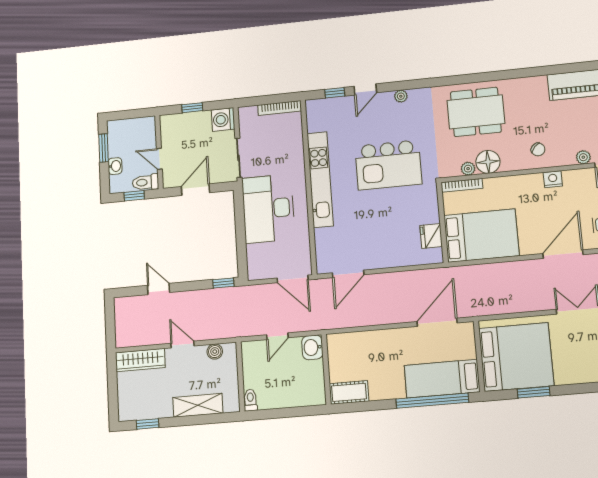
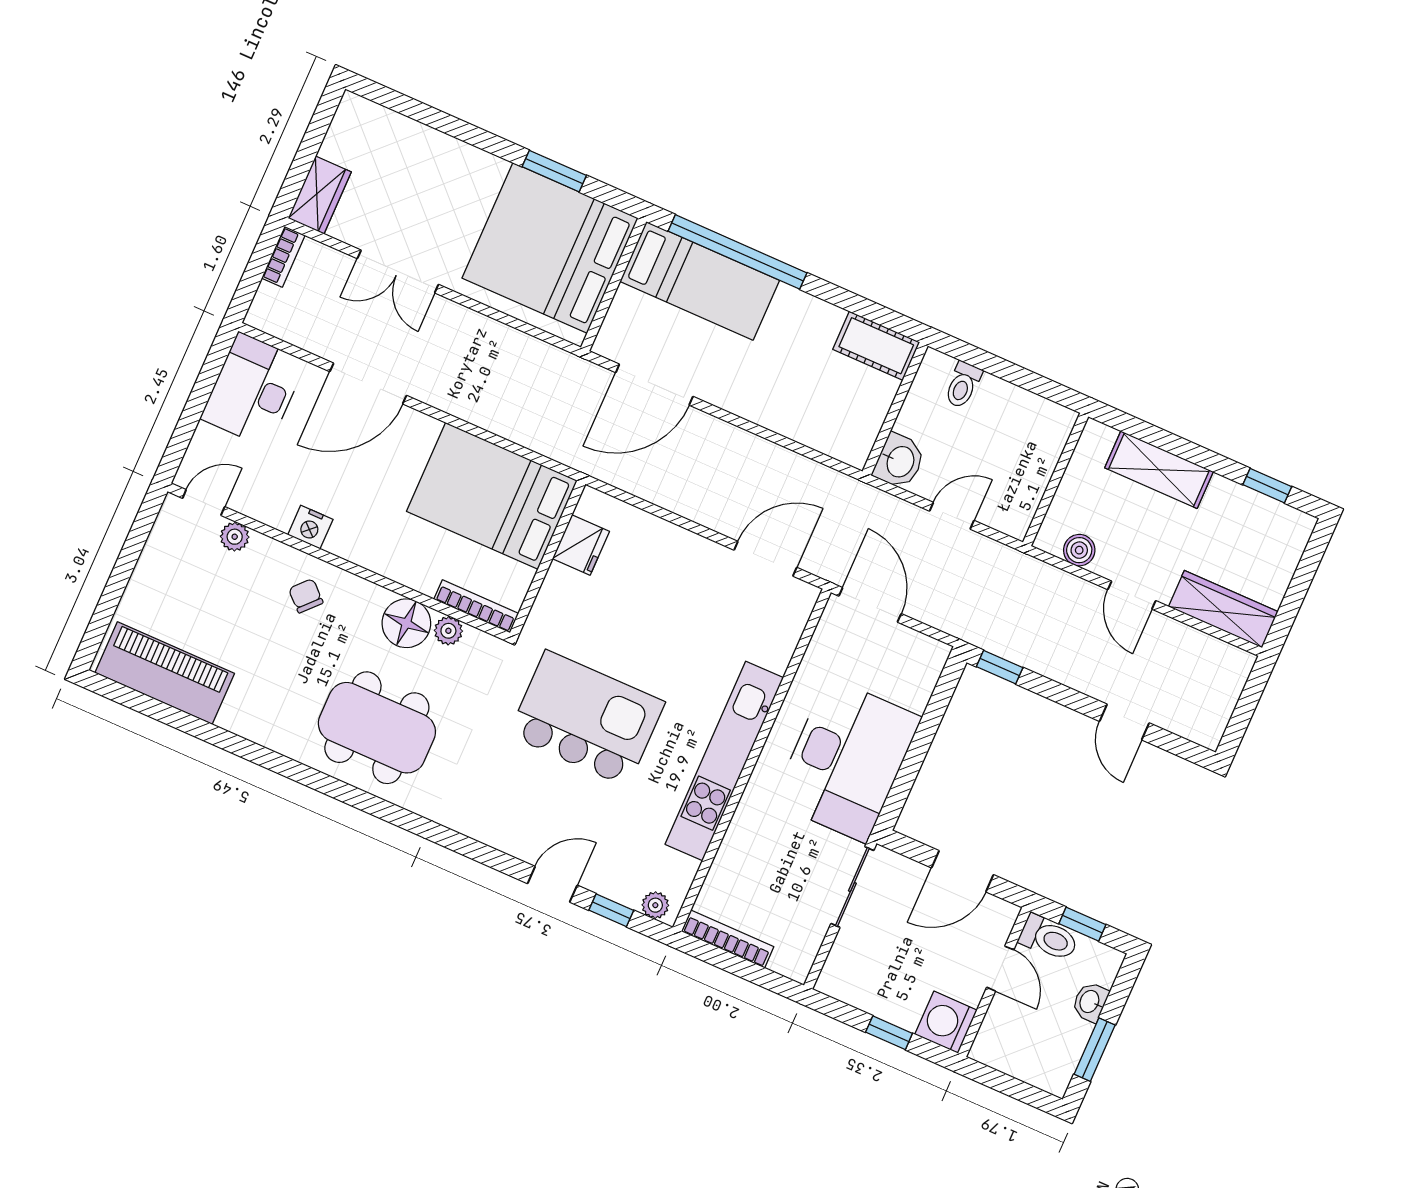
plant: (401, 96) -> (655, 905), moved
washing machine: (223, 119) -> (946, 1022), moved, turned 180
toilet: (250, 400) -> (963, 385), moved

